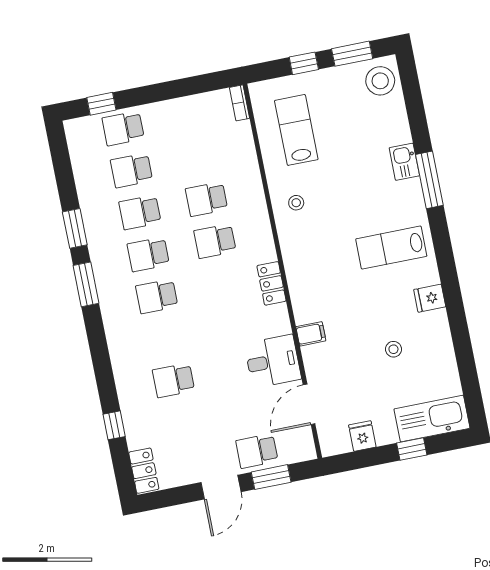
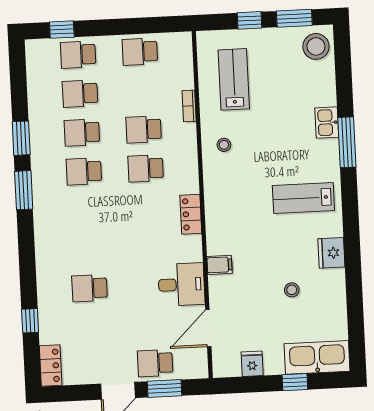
bookcase: (240, 103) -> (189, 106), moved
school desk: (157, 296) -> (140, 52), moved
fridge: (430, 298) -> (331, 253), width x1.38

